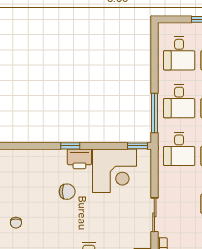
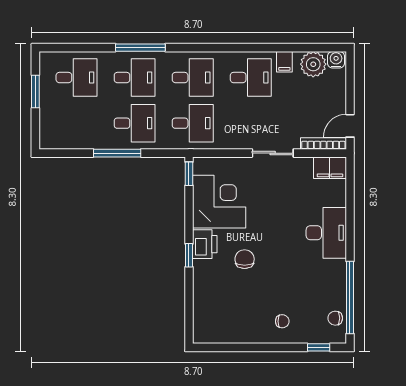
desk: (179, 53) -> (77, 123), removed
window: (154, 113) -> (117, 153), moved

